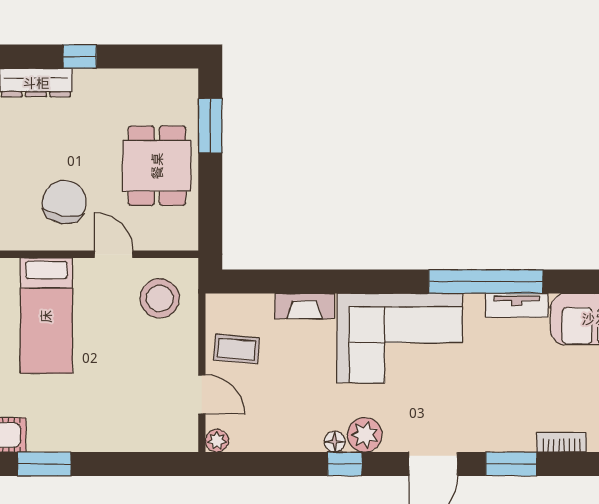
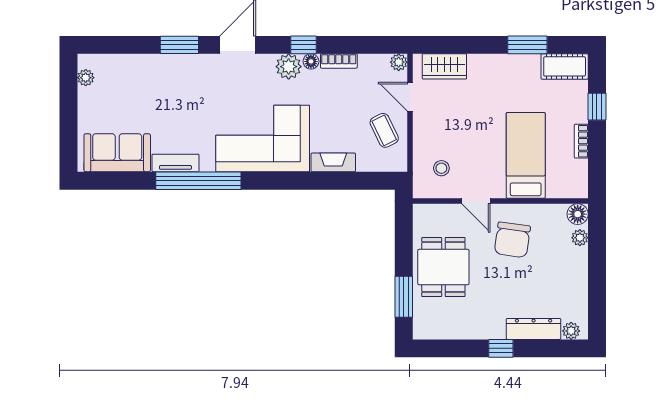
stool: (160, 298) -> (441, 168), width x0.53, depth x0.53
coffee table: (236, 349) -> (384, 130), turned 59
wardrobe: (156, 435) -> (444, 66), added
bookcase: (562, 442) -> (339, 61), moved

